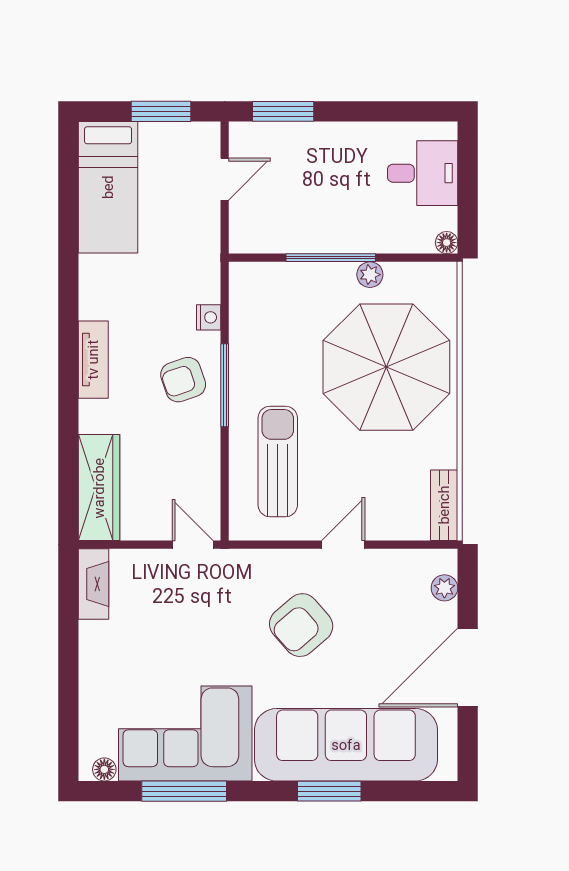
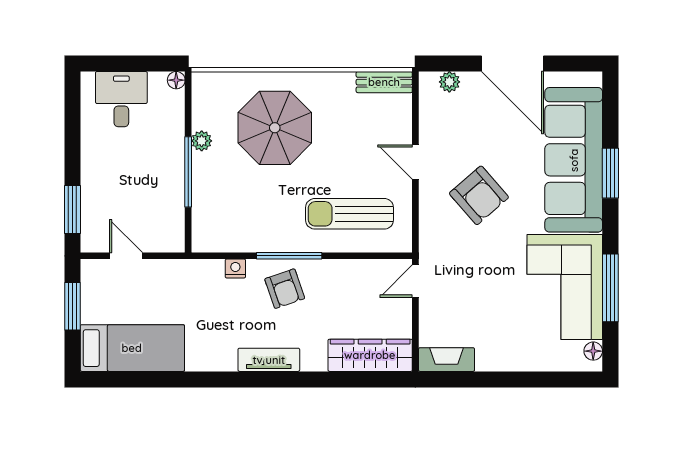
parasol: (386, 367) -> (275, 128), width x0.73, depth x0.73

